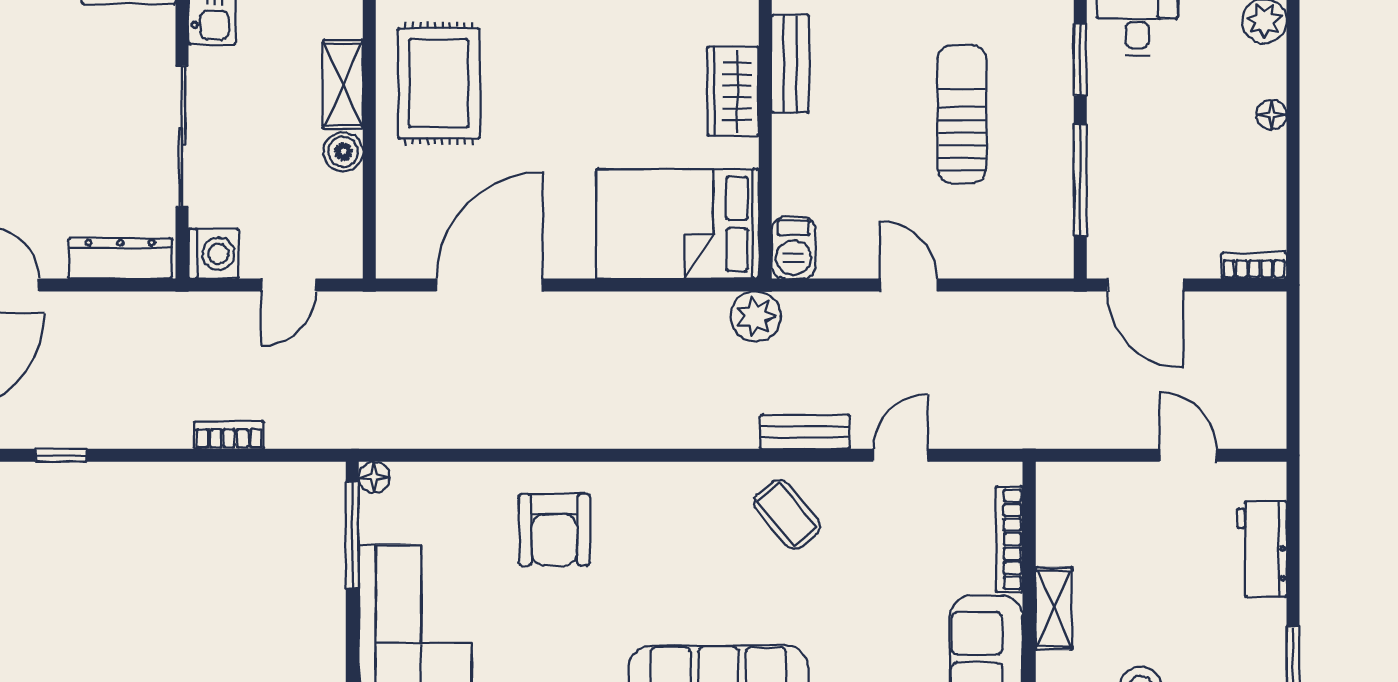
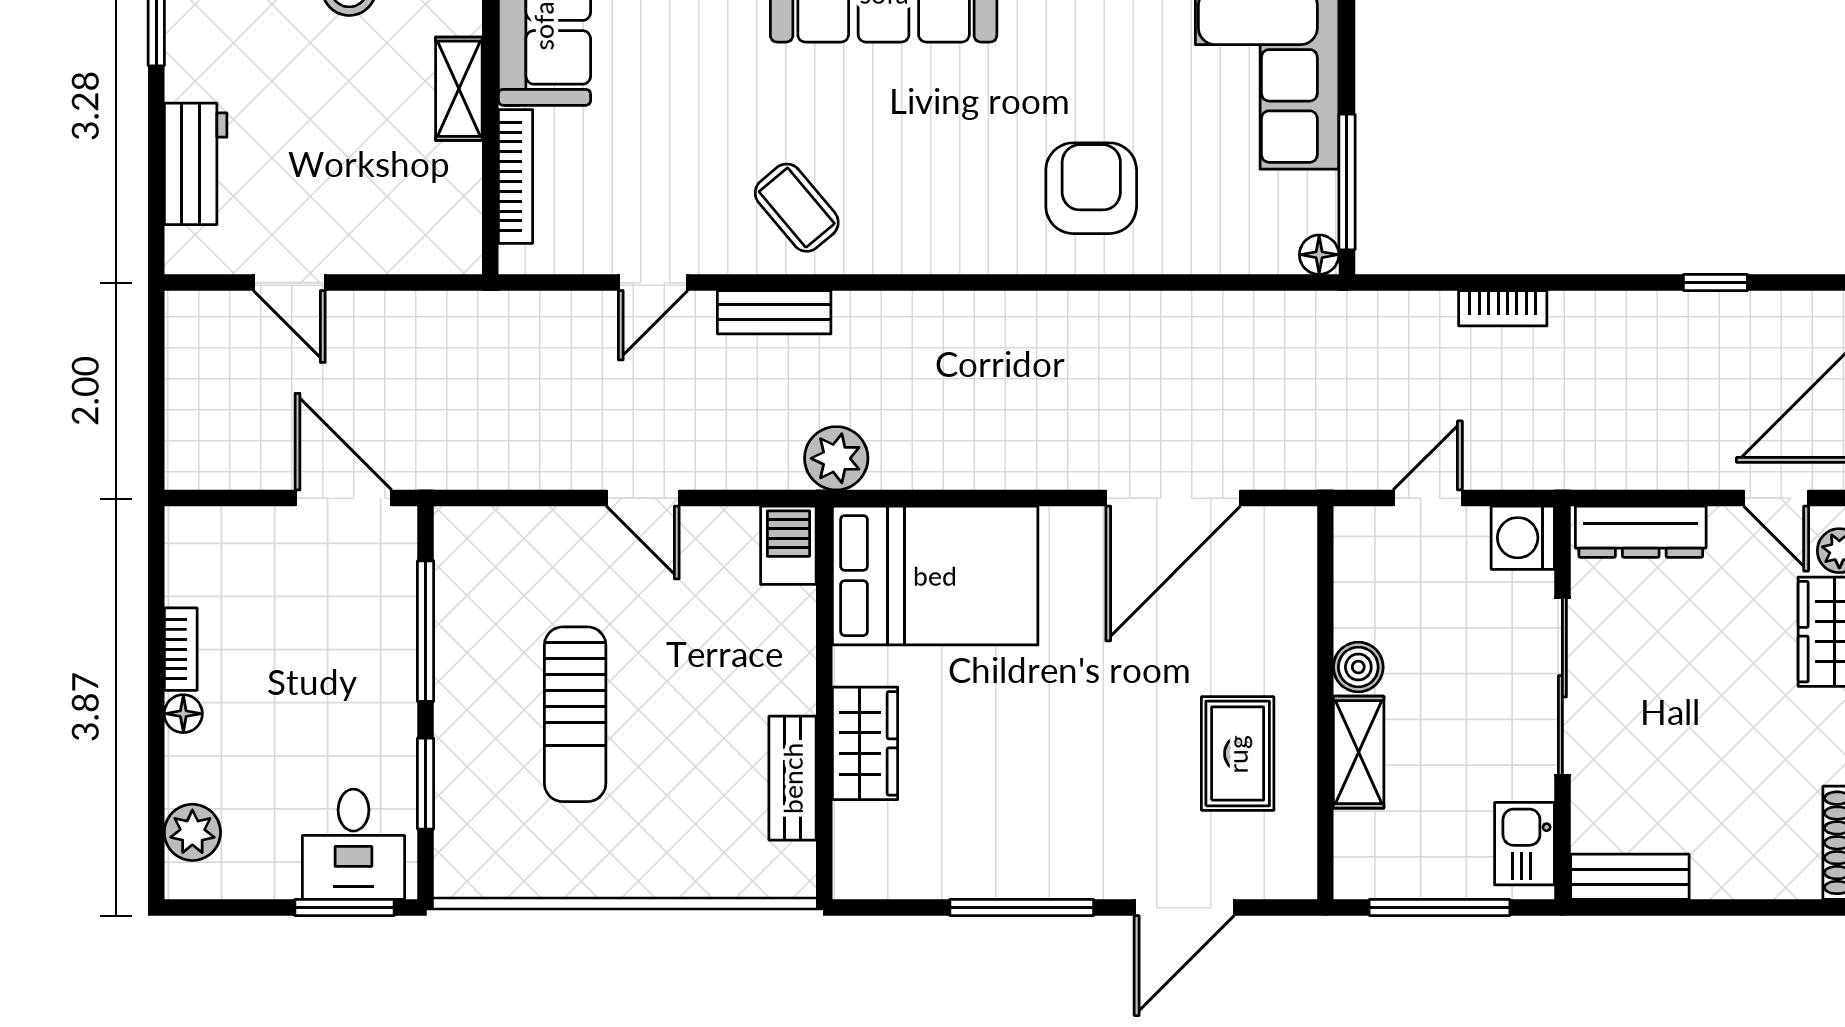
rug: (439, 83) -> (1238, 754), width x0.73, depth x0.70
bookcase: (1254, 266) -> (181, 649), moved, turned -90

